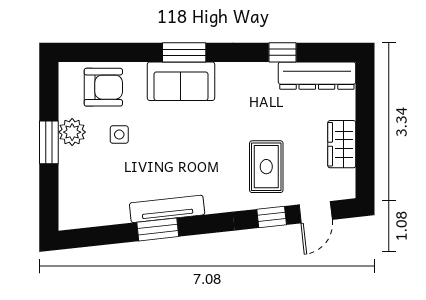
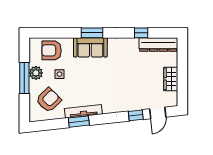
armchair: (103, 87) -> (52, 50), turned 180
window: (49, 142) -> (24, 78), width x1.44
rug: (266, 167) -> (133, 90), removed
armchair: (98, 186) -> (49, 100), added

